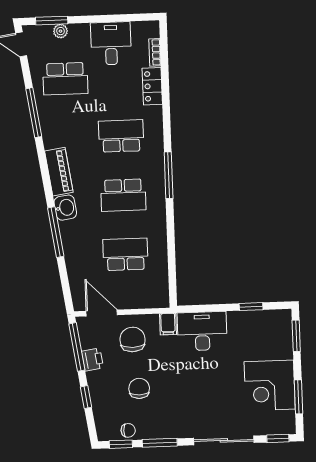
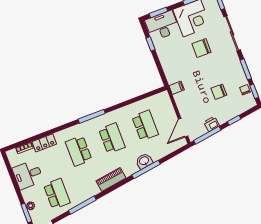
washbasin: (65, 208) -> (144, 161), moved
school desk: (125, 254) -> (145, 125), turned 180
desk: (202, 331) -> (162, 26), moved, turned 90
chair: (133, 339) -> (201, 48), moved

